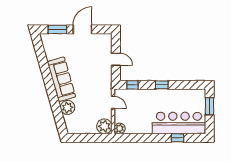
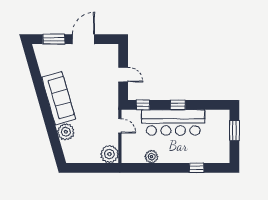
bar counter: (179, 123) -> (173, 123), moved, turned 180
plant: (120, 128) -> (152, 157), moved

